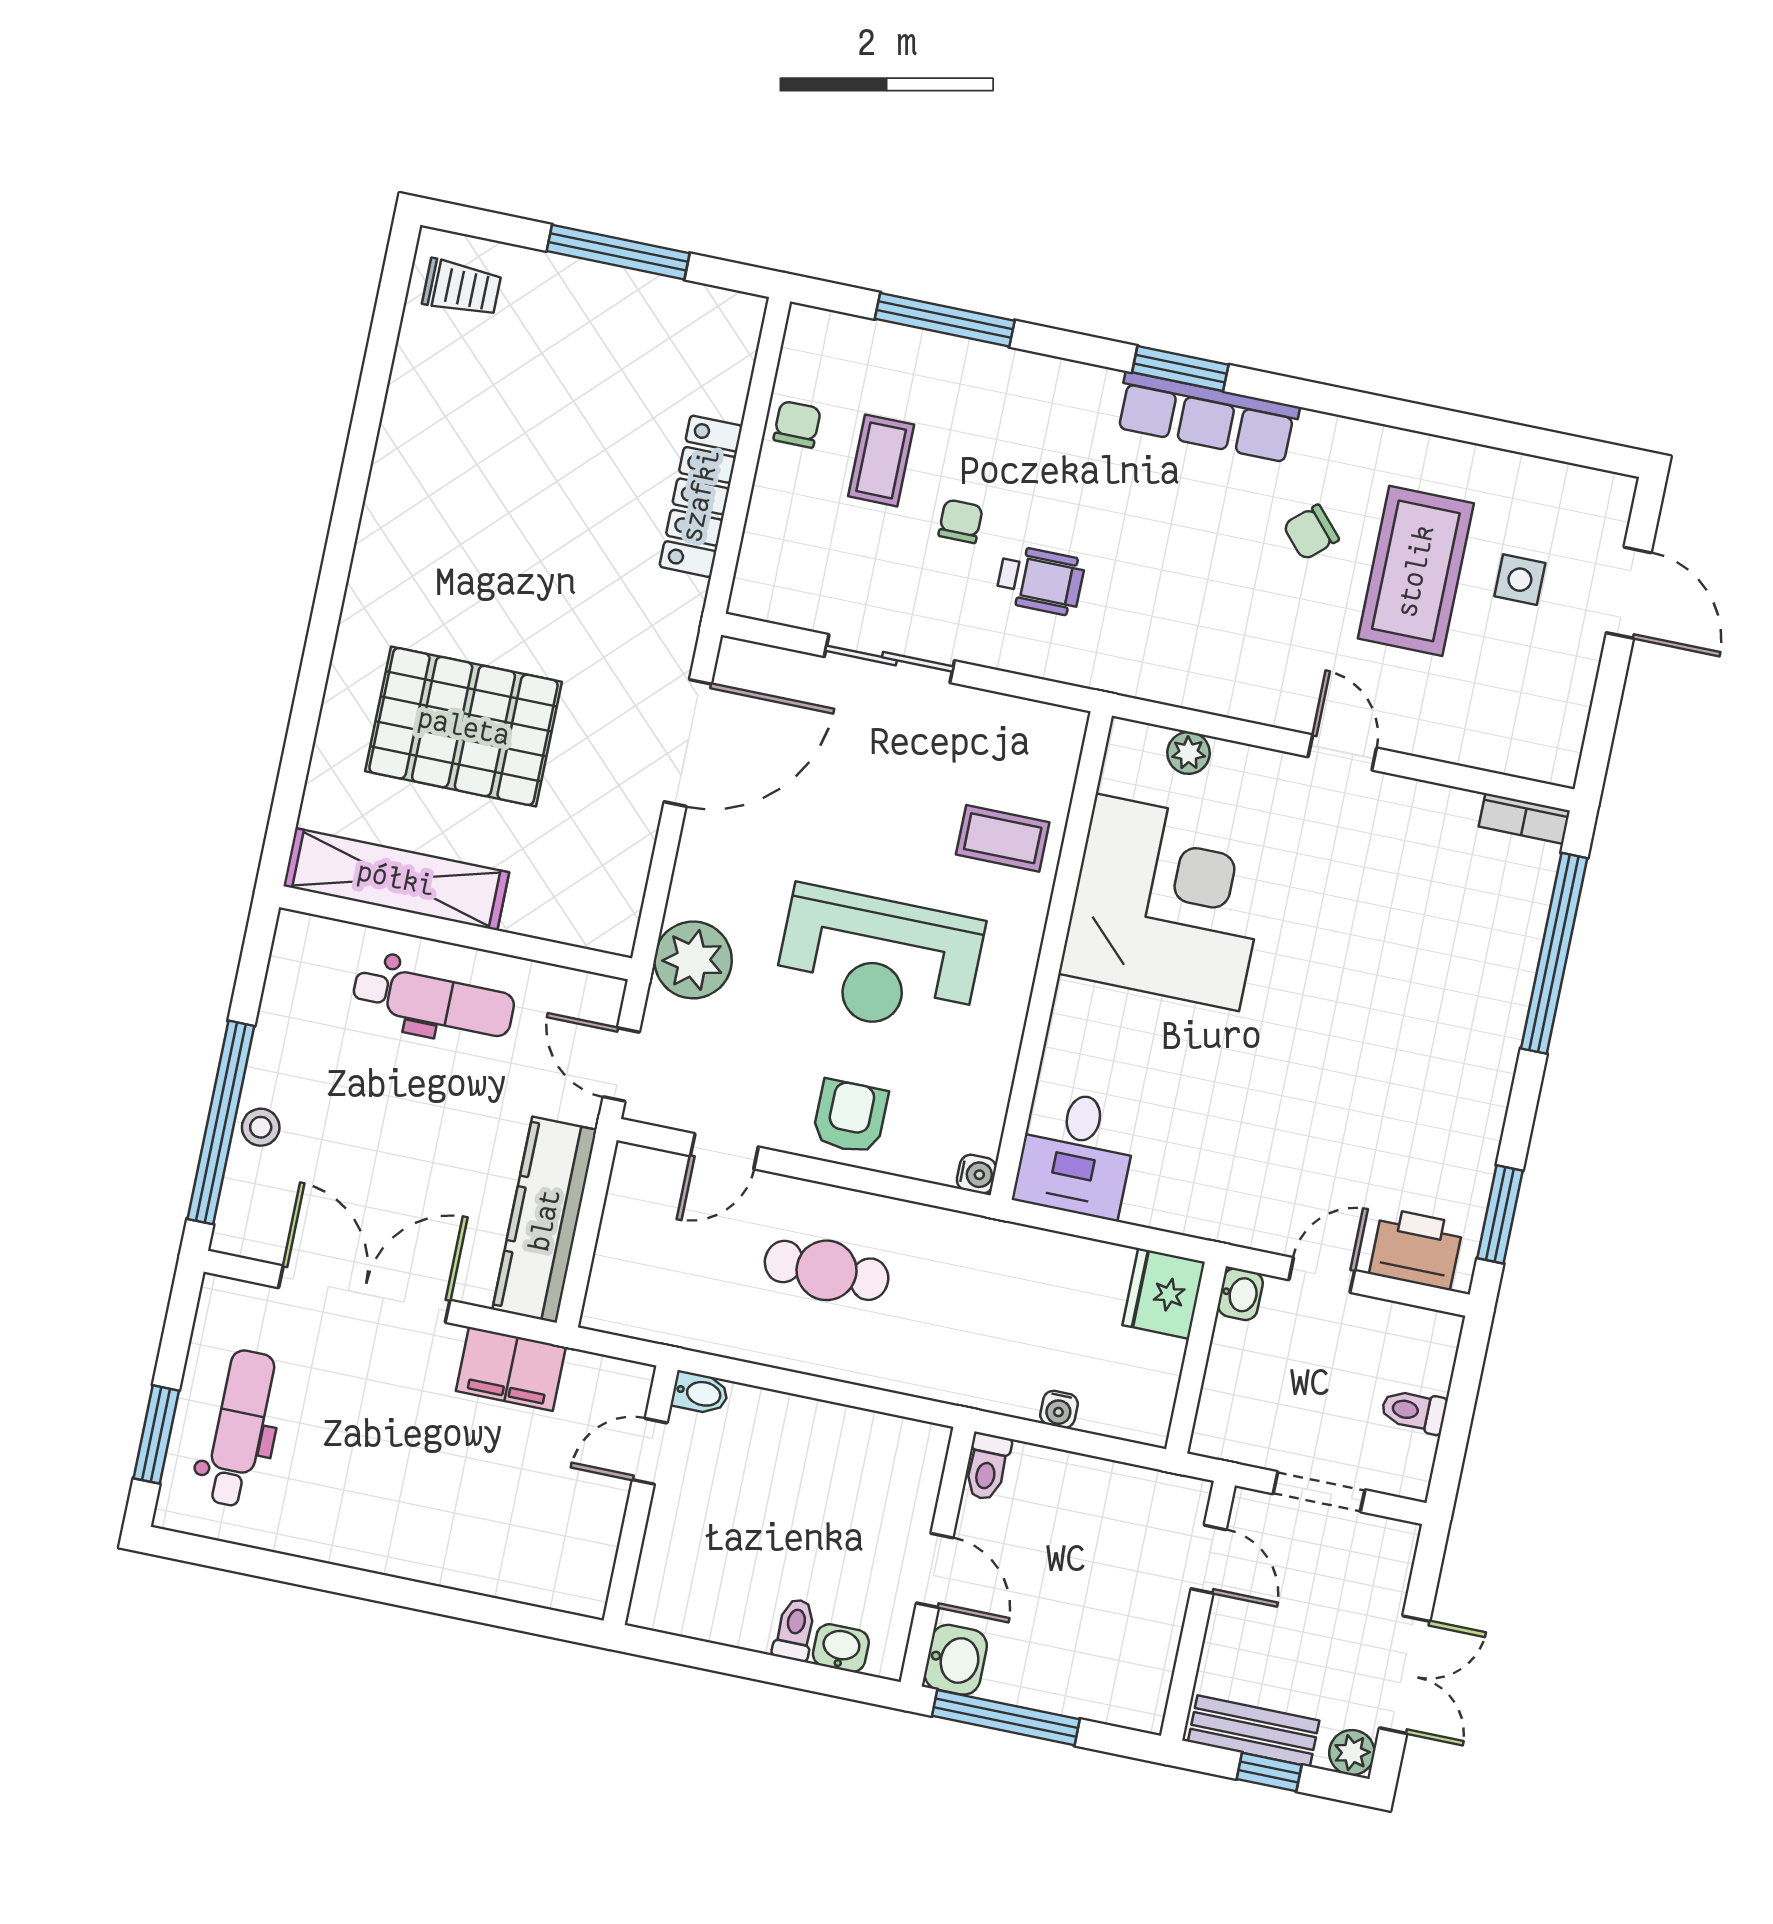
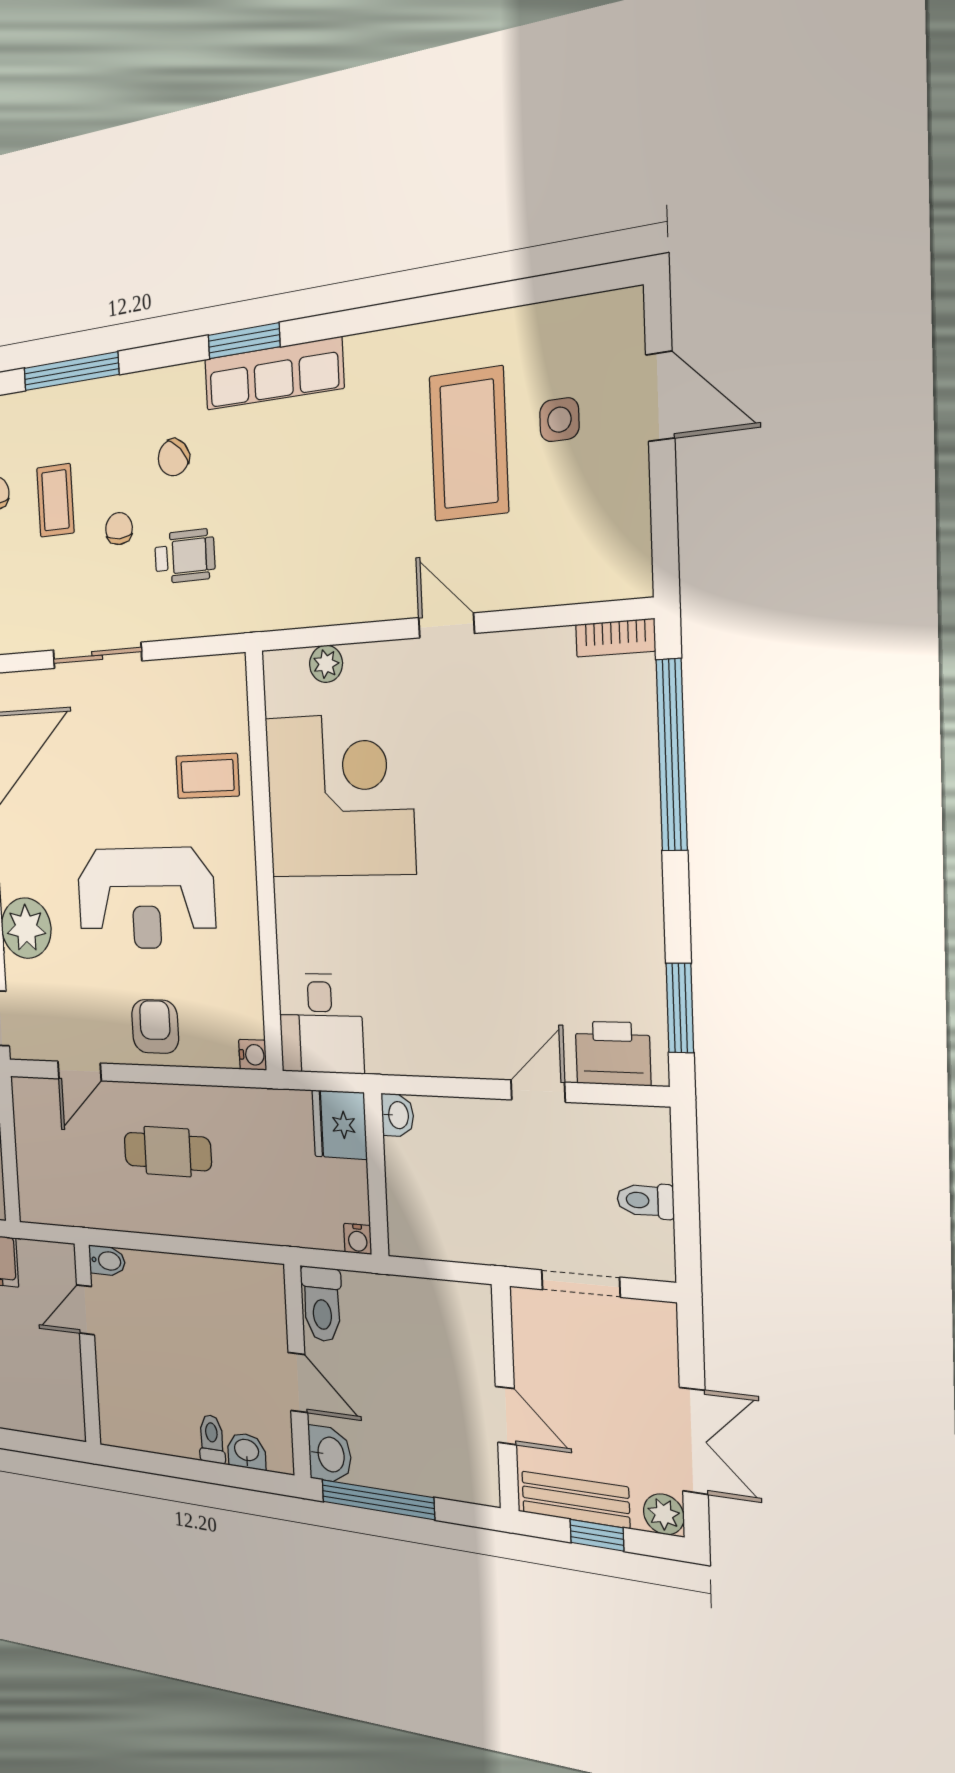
chair: (1311, 532) -> (174, 458), moved
fridge: (1164, 1294) -> (340, 1125), moved
washbasin: (1240, 1294) -> (398, 1115), moved
wall: (1196, 1358) -> (376, 1174), moved
toilet: (987, 1467) -> (322, 1304), width x1.37, depth x1.39
door: (1209, 1559) -> (506, 1416), moved

